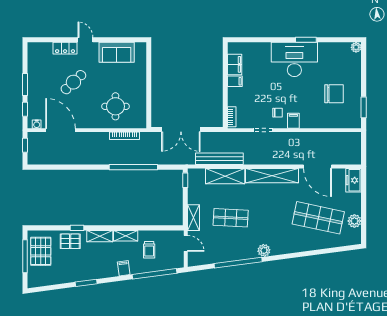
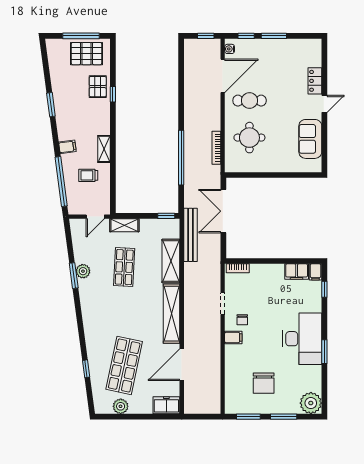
window: (250, 40) -> (324, 289), added
plant: (356, 47) -> (311, 403), width x1.88, depth x1.88
window: (364, 76) -> (284, 417), added
filing cabinet: (235, 81) -> (315, 272), moved
cafe table: (73, 82) -> (250, 101), moved, turned -47
bench: (219, 159) -> (190, 235), moved
shelving: (100, 236) -> (104, 120), removed
plant: (264, 250) -> (83, 271), moved
window: (321, 252) -> (86, 369), added
window: (238, 263) -> (74, 276), width x0.47

